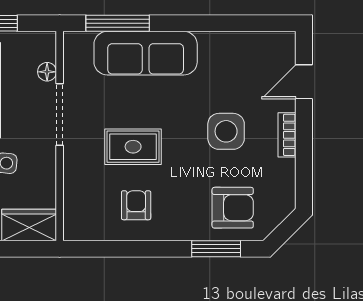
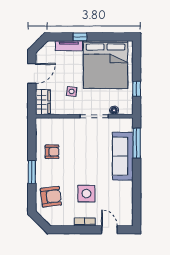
rug: (133, 147) -> (79, 150), removed
armchair: (233, 208) -> (51, 197), turned -97
window: (216, 249) -> (32, 172), moved

